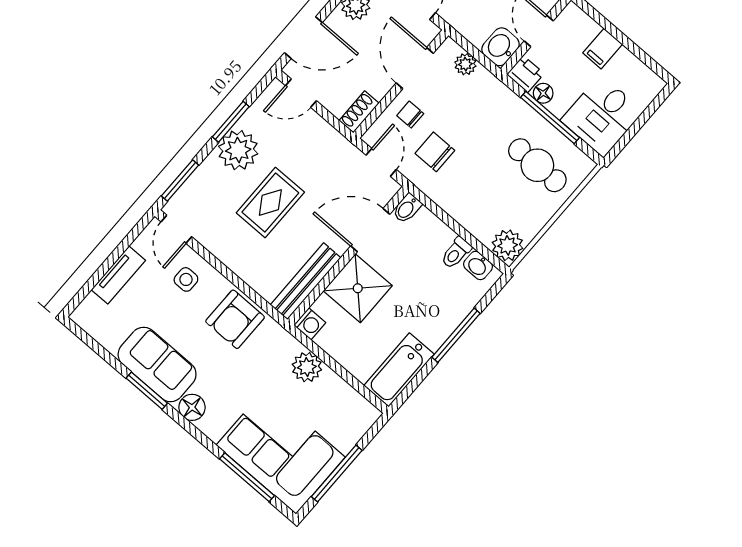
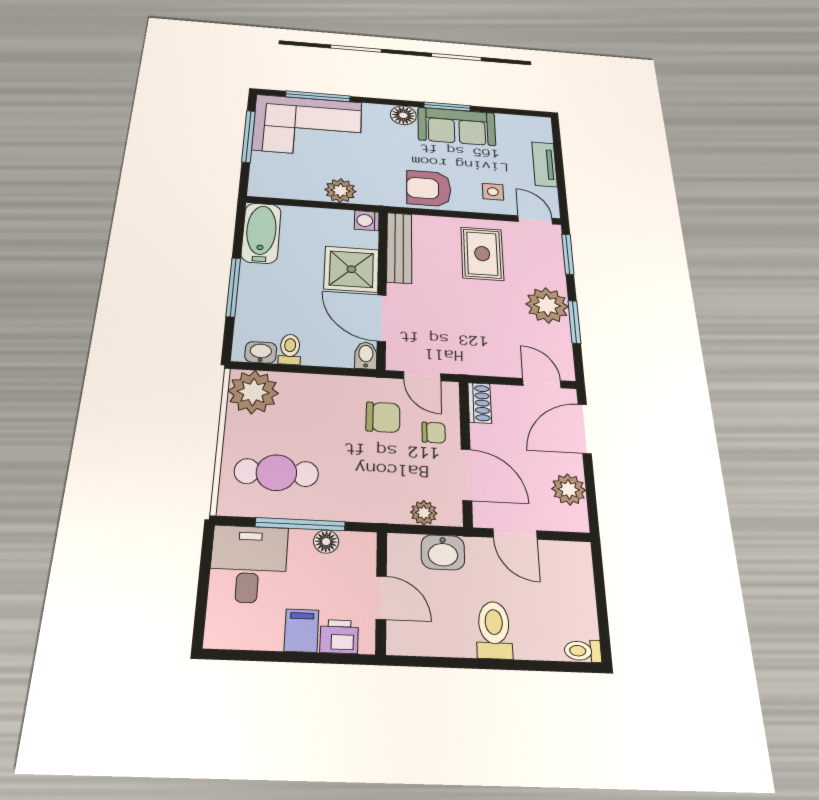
washbasin: (501, 47) -> (443, 552), moved, turned 90
printer: (525, 74) -> (339, 637), moved, turned 180
door: (301, 93) -> (542, 383), hinge flipped
rug: (270, 203) -> (482, 254), moved
door: (370, 230) -> (382, 318), swing flipped
plant: (508, 245) -> (253, 392), width x1.36, depth x1.36
armchair: (235, 319) -> (429, 188), turned -90

